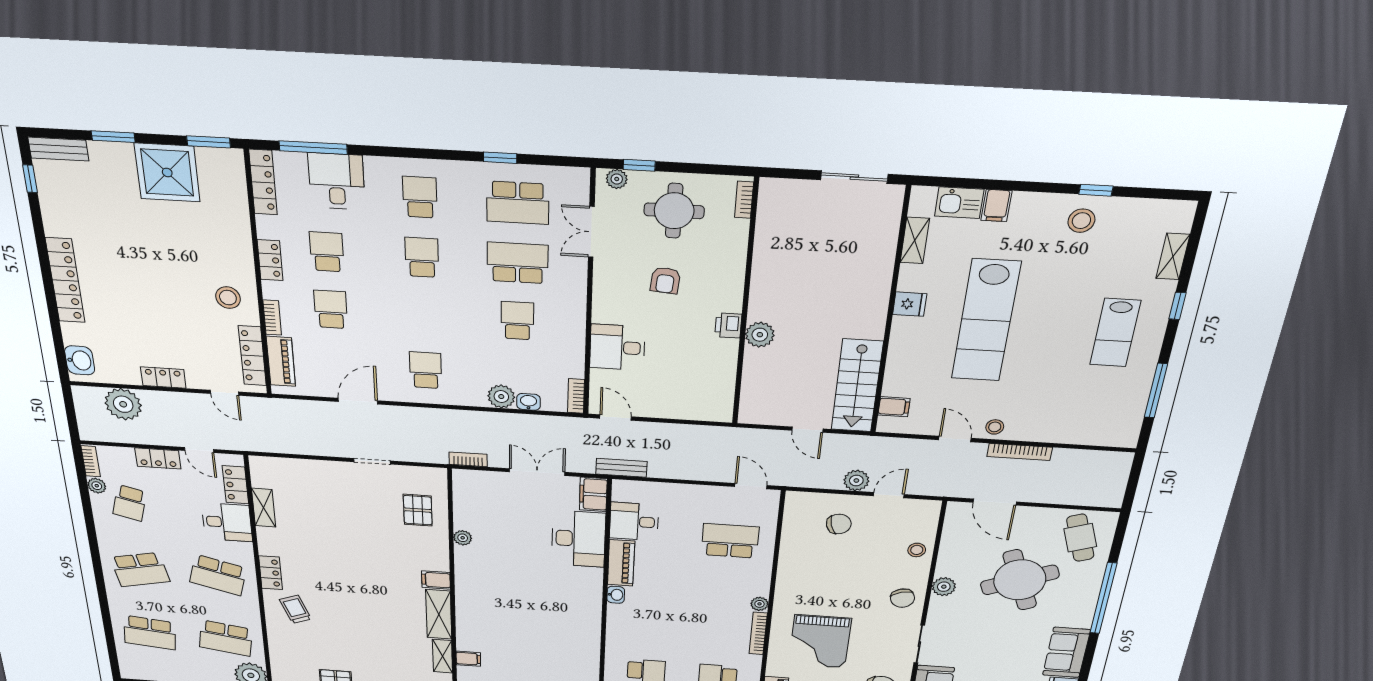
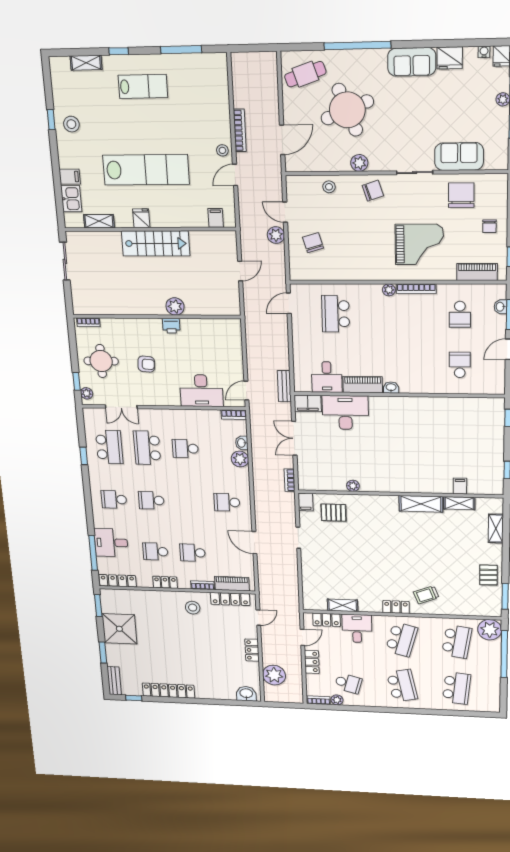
locker: (65, 280) -> (168, 691), moved
desk: (617, 347) -> (201, 391), width x1.37
stairs: (857, 386) -> (155, 243), moved
filing cabinet: (436, 580) -> (306, 502), moved

